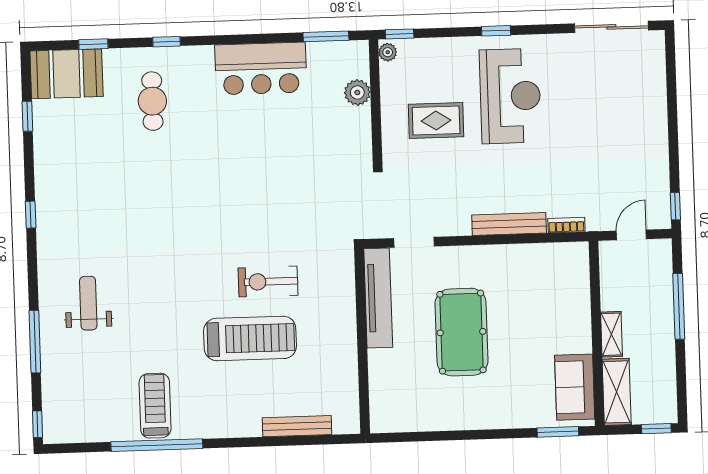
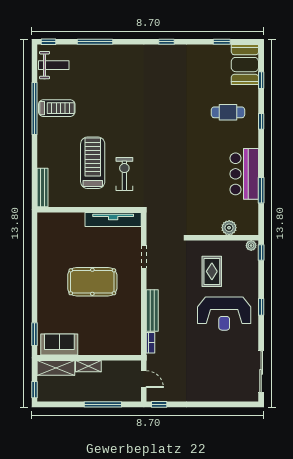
window: (326, 36) -> (261, 190), moved
tv unit: (378, 298) -> (113, 220), moved
weight bench: (88, 303) -> (54, 65), moved
treadmill: (250, 338) -> (93, 163), turned 180
wall: (362, 341) -> (89, 210), moved

